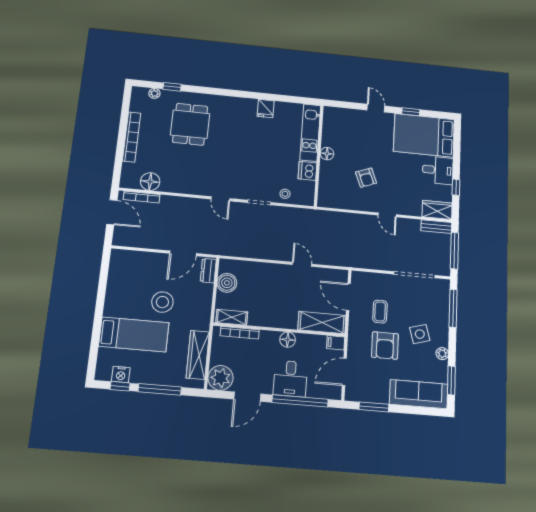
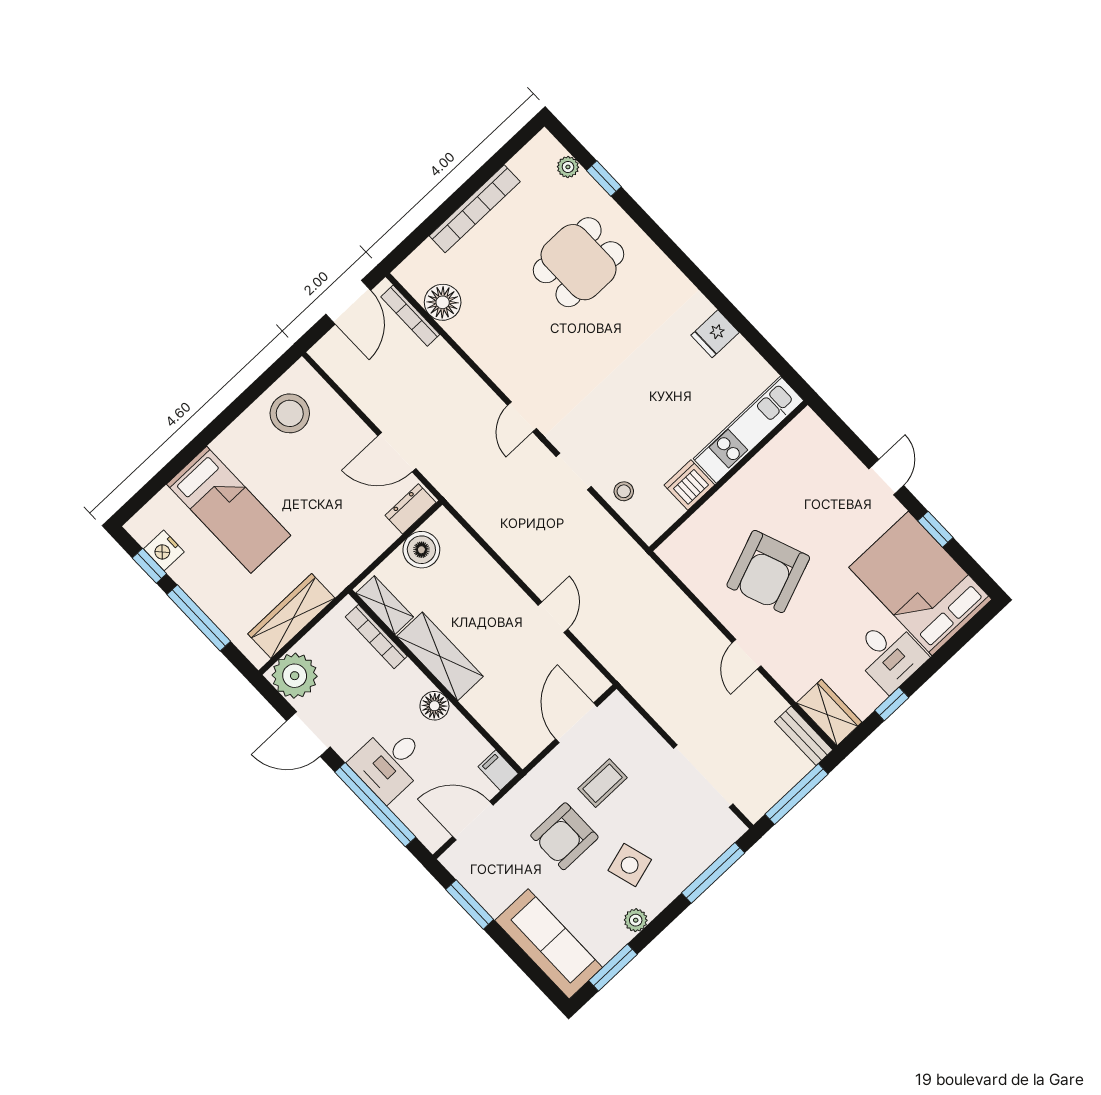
floor lamp: (327, 154) -> (744, 484), removed
armchair: (366, 178) -> (768, 571), width x1.88, depth x1.88
stool: (162, 302) -> (290, 413), moved
shelving: (322, 323) -> (440, 656), moved

